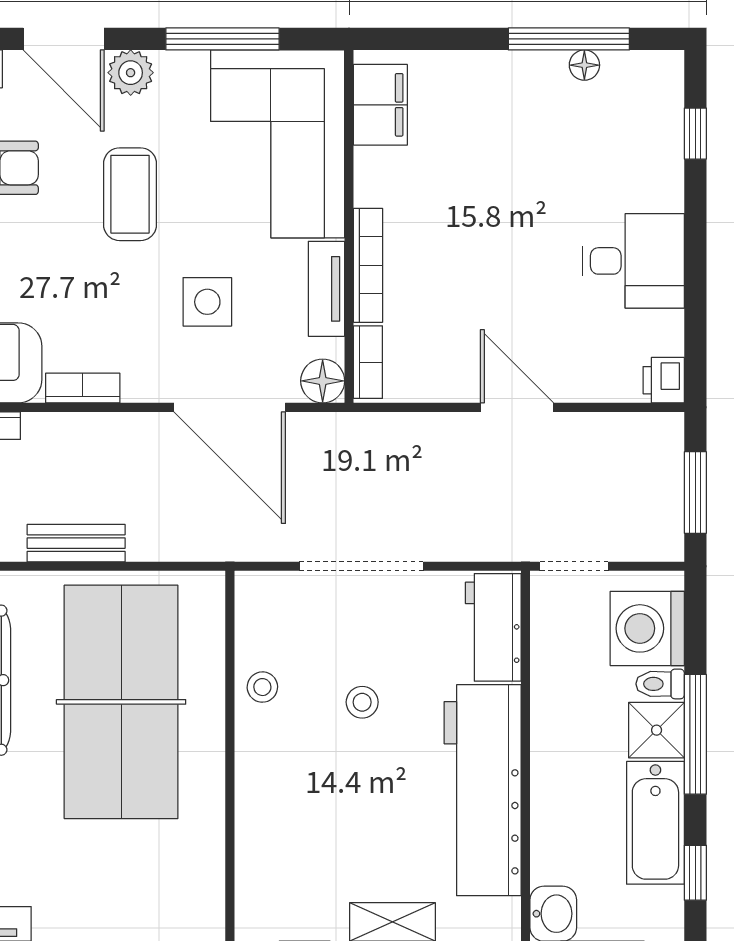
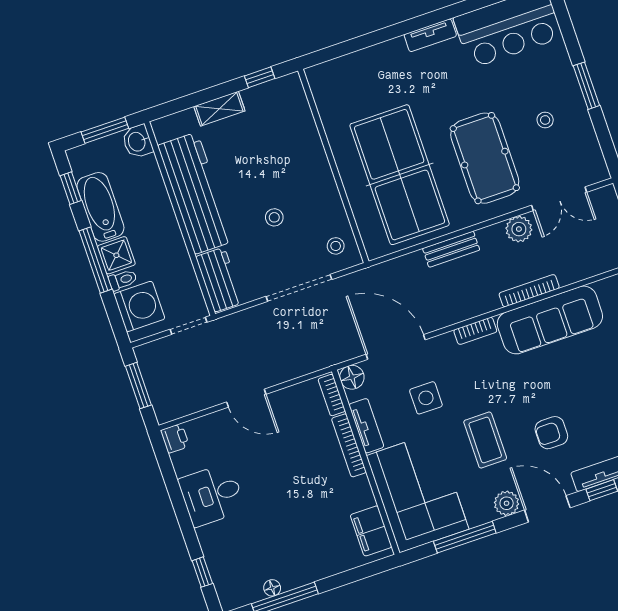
stool: (262, 687) -> (336, 246), moved

